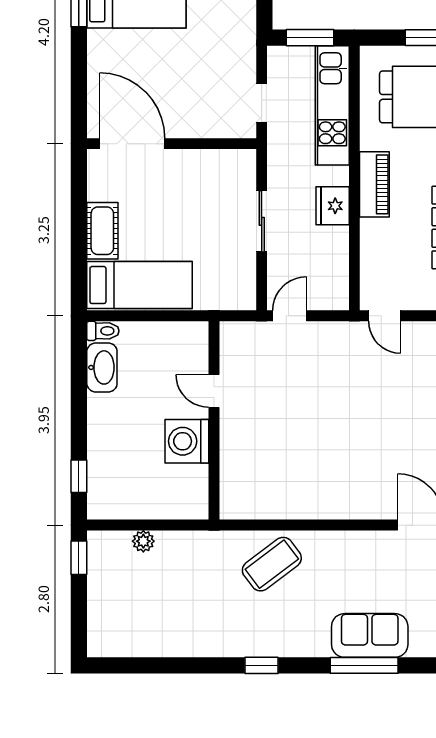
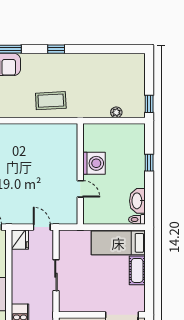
fridge: (333, 206) -> (20, 240), moved
door: (290, 316) -> (42, 227), swing flipped
window: (79, 476) -> (149, 163), moved
coffee table: (272, 564) -> (51, 101), turned 34

